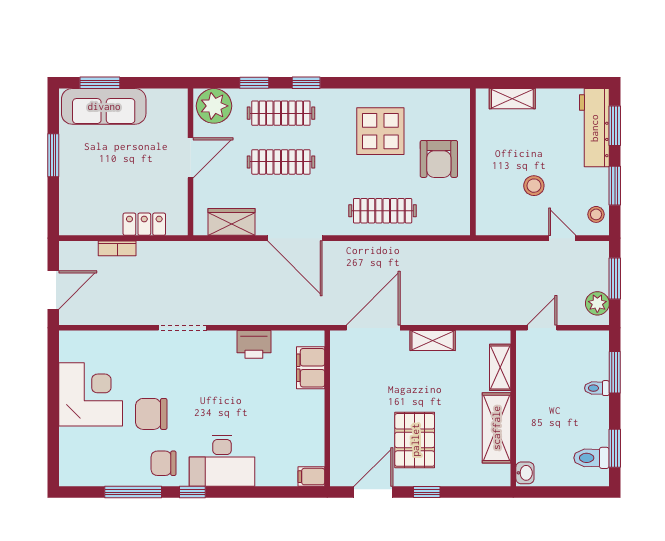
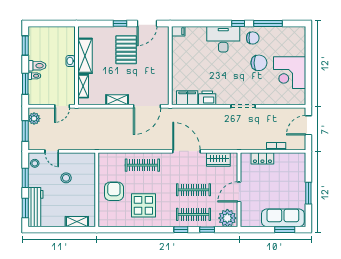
filing cabinet: (311, 368) -> (187, 98), moved, turned -90
toilet: (592, 458) -> (37, 66), moved
washbasin: (525, 473) -> (71, 61), moved

